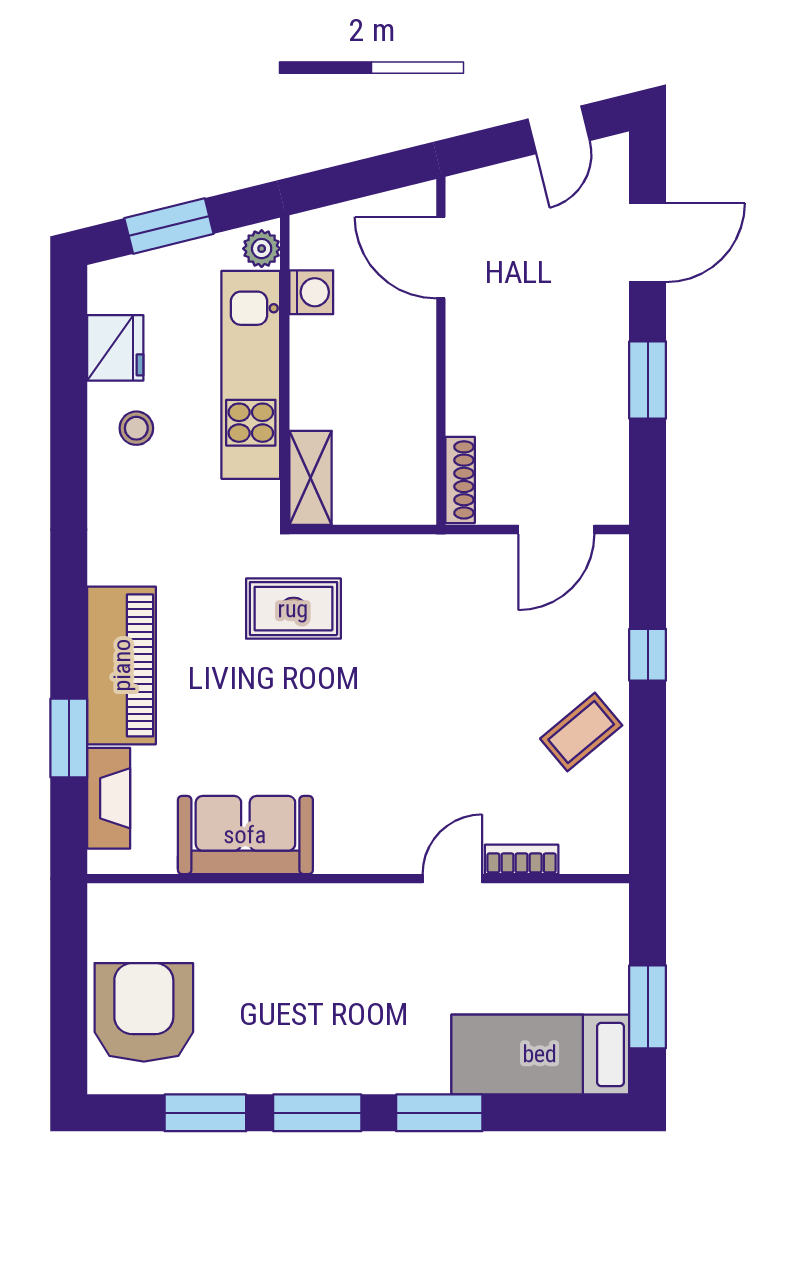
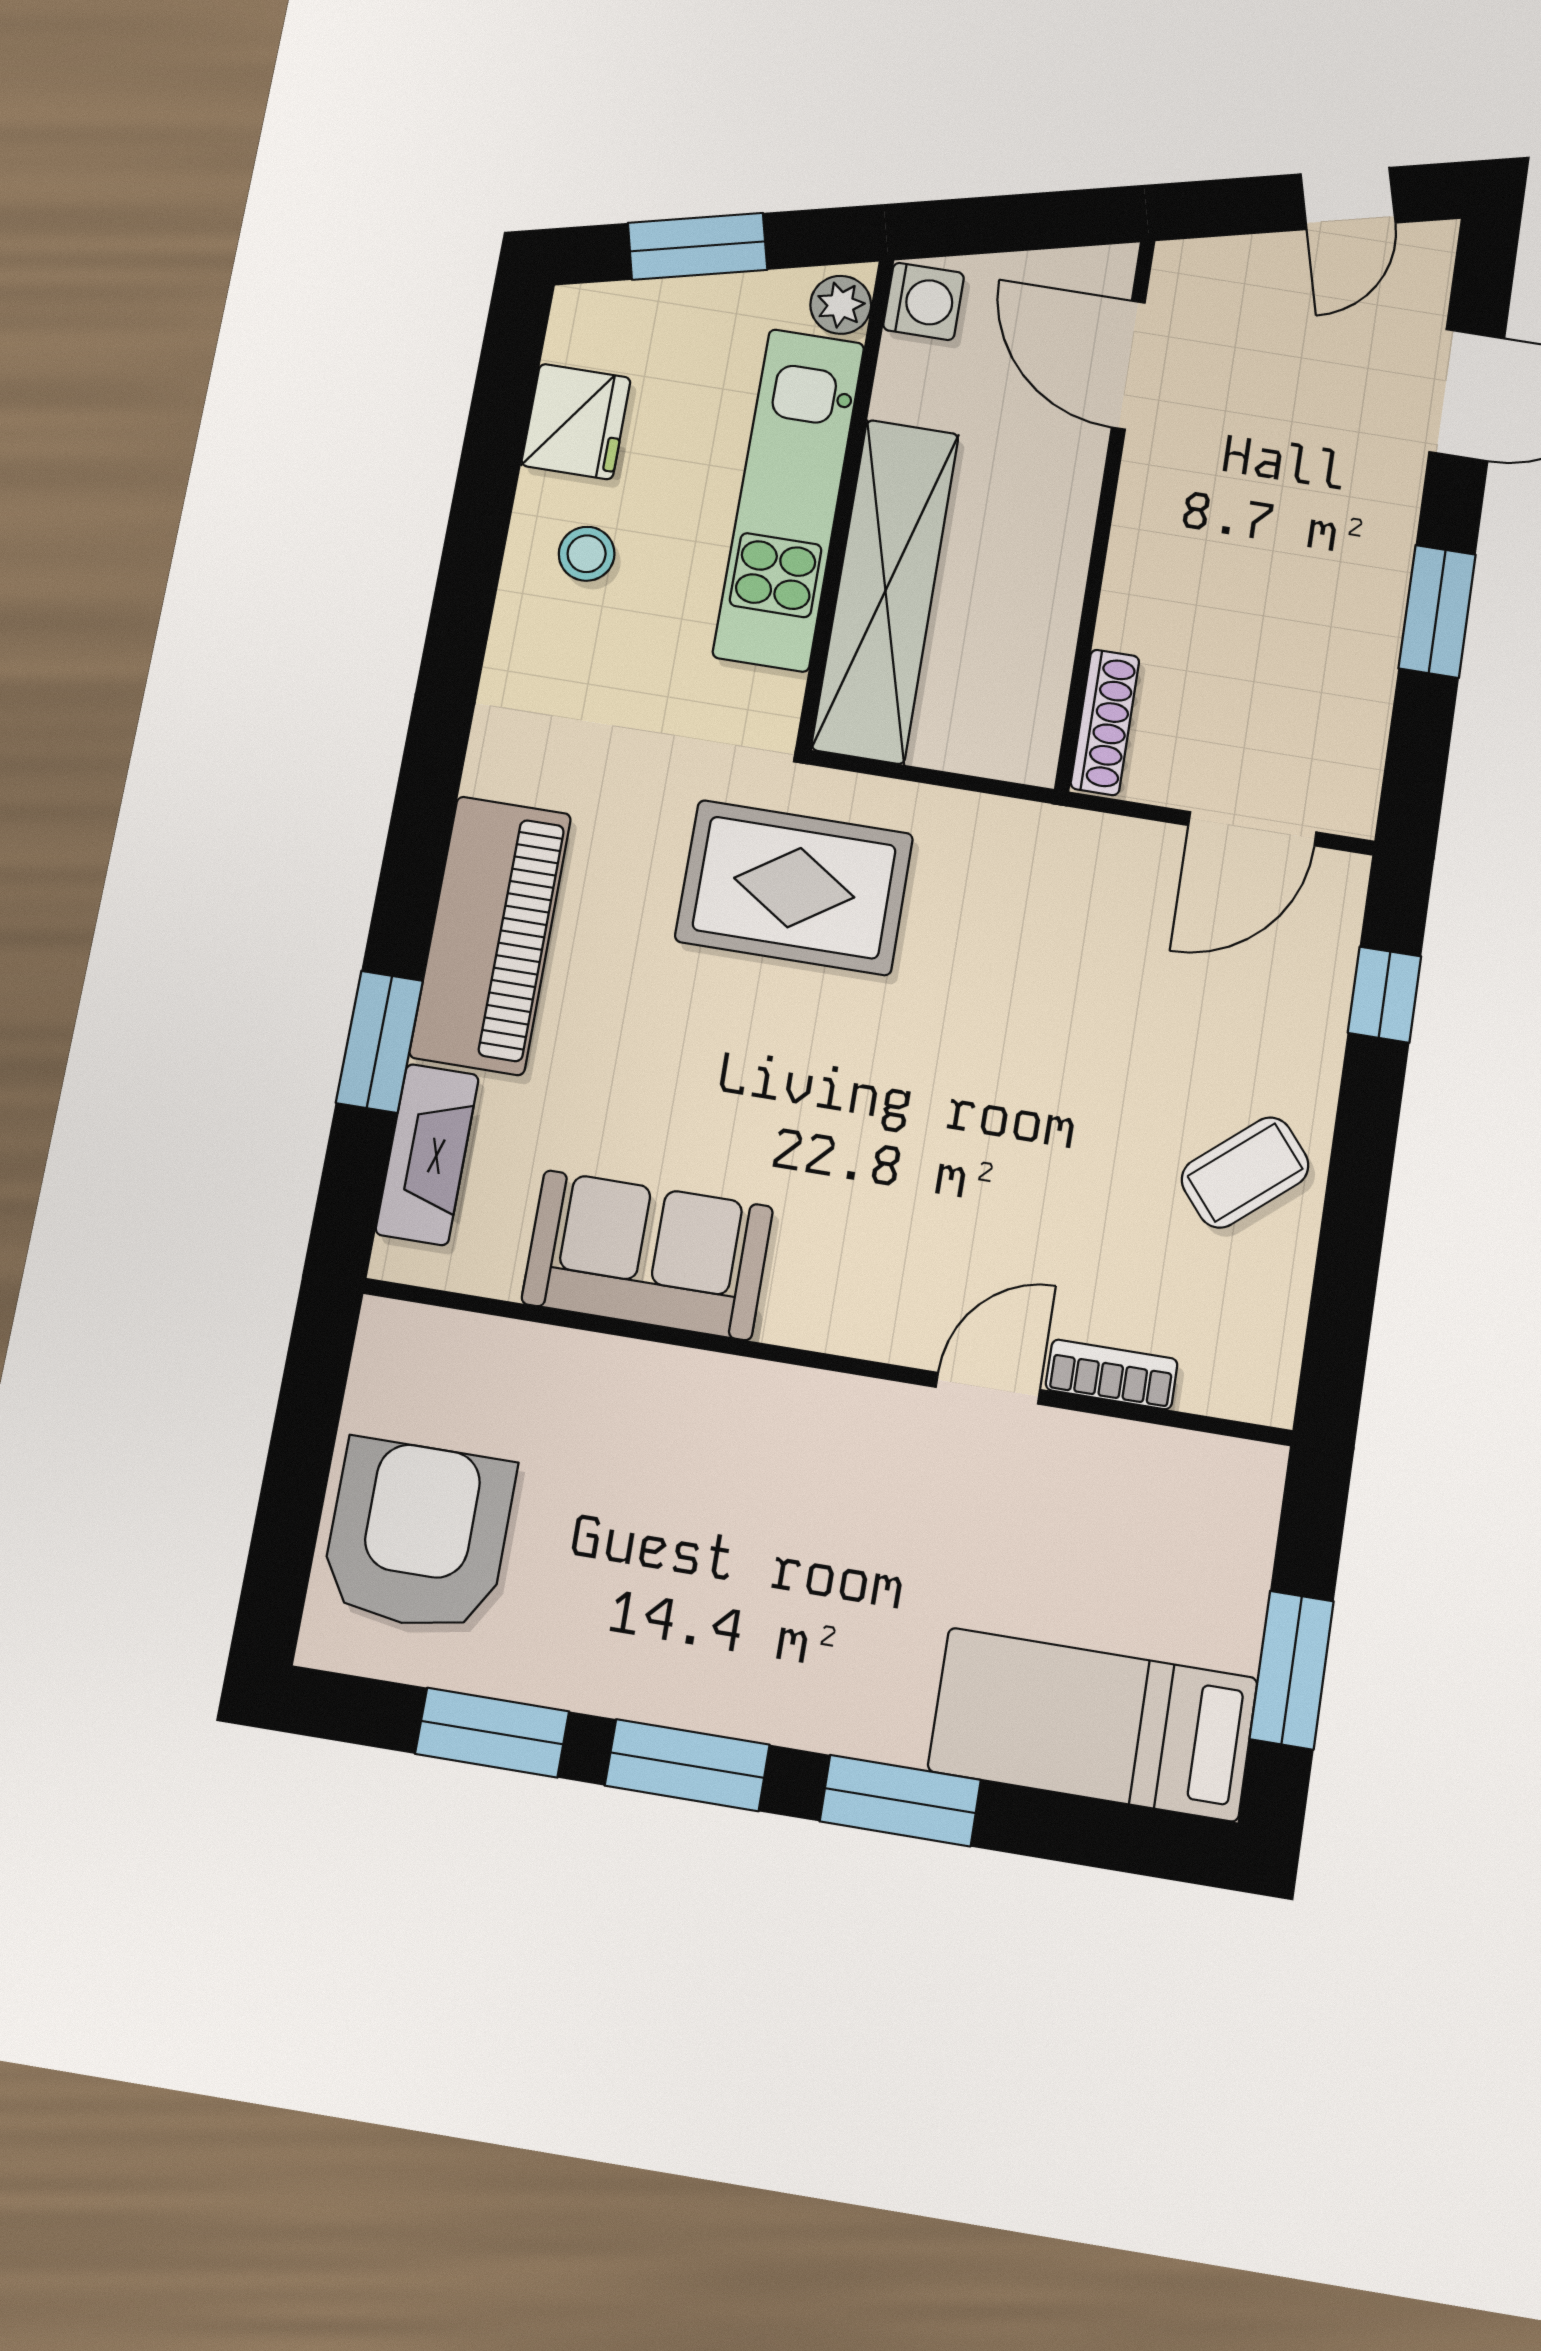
washing machine: (311, 292) -> (924, 301), moved
shelving: (310, 478) -> (885, 591), width x2.20, depth x1.33
rug: (293, 609) -> (794, 888), width x1.36, depth x1.43
window: (648, 655) -> (1384, 995), moved

